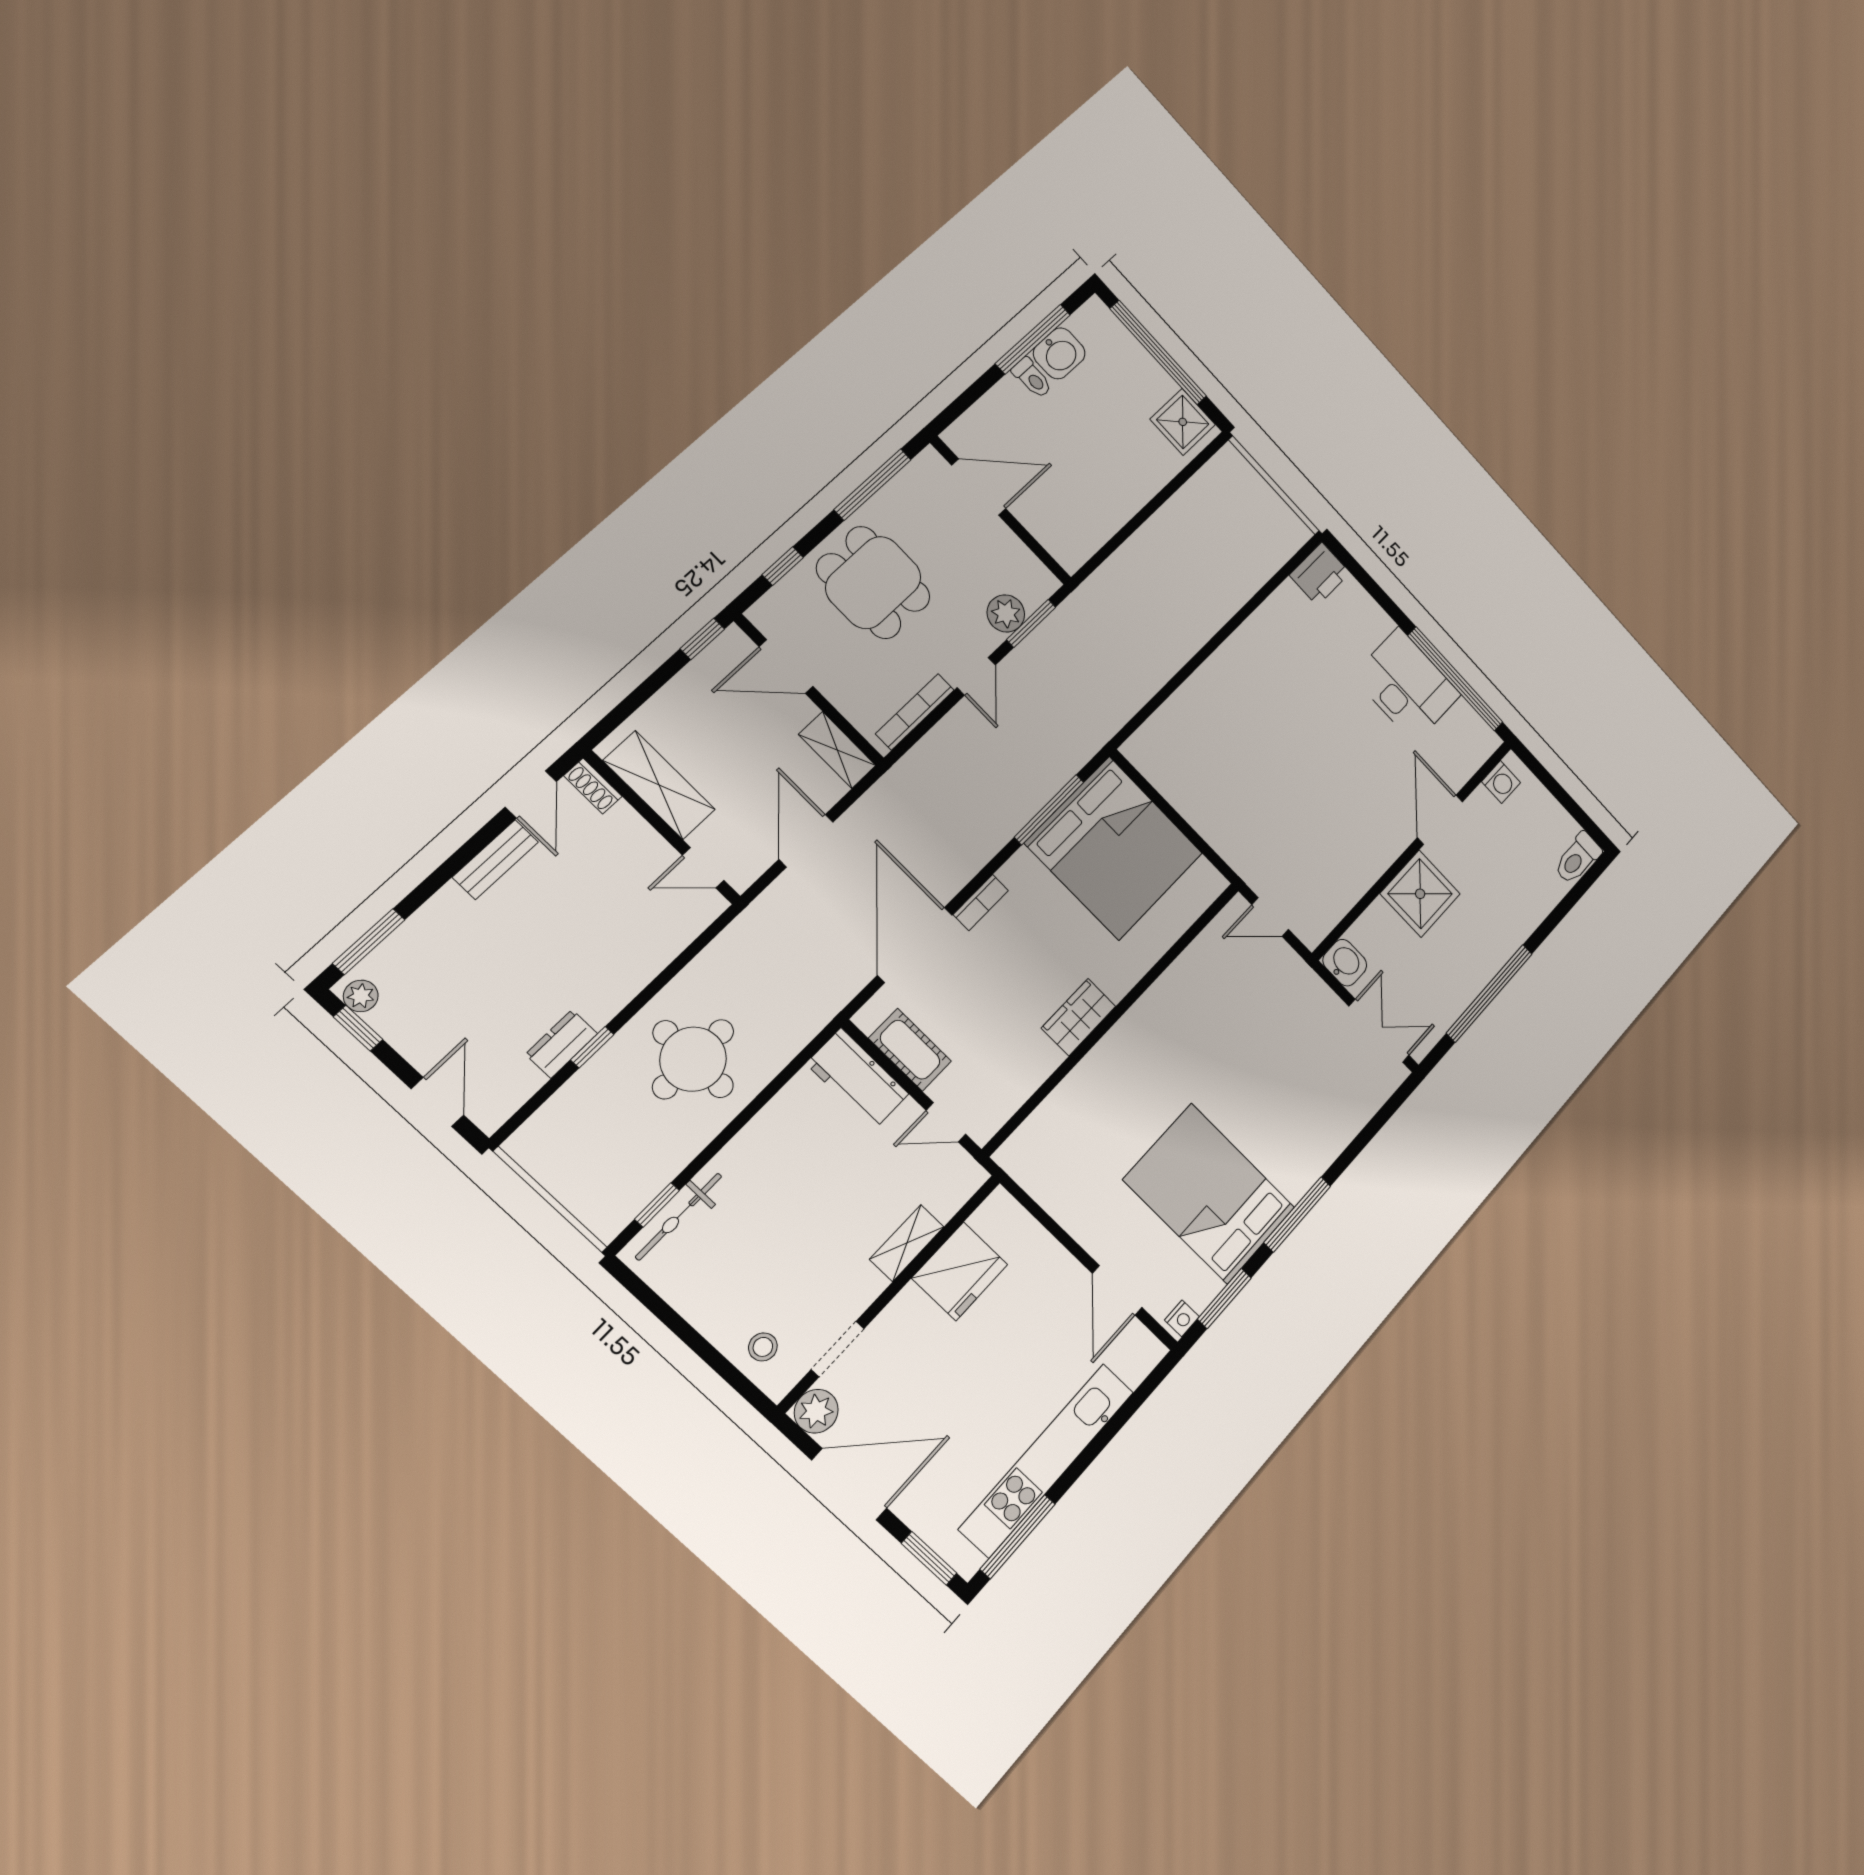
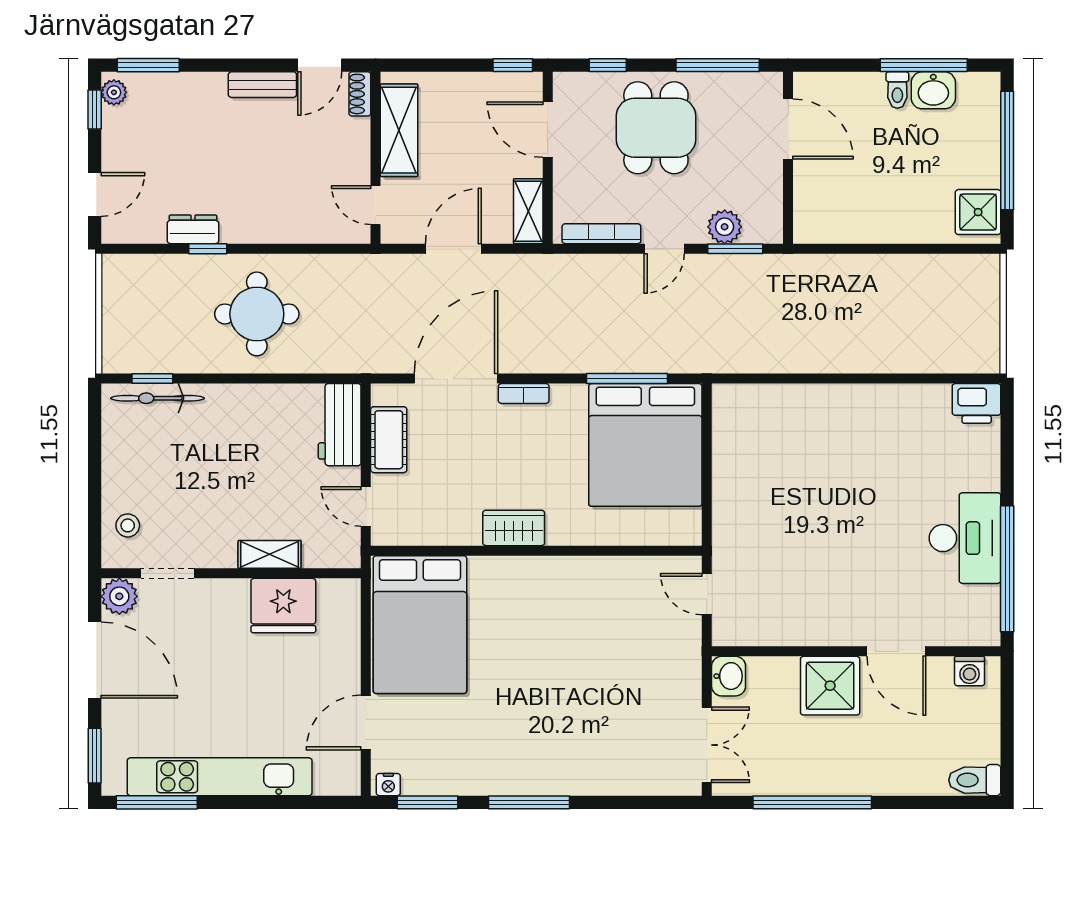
door: (1440, 820) -> (896, 651), swing flipped
bed: (1209, 1194) -> (420, 625), moved, turned 180

